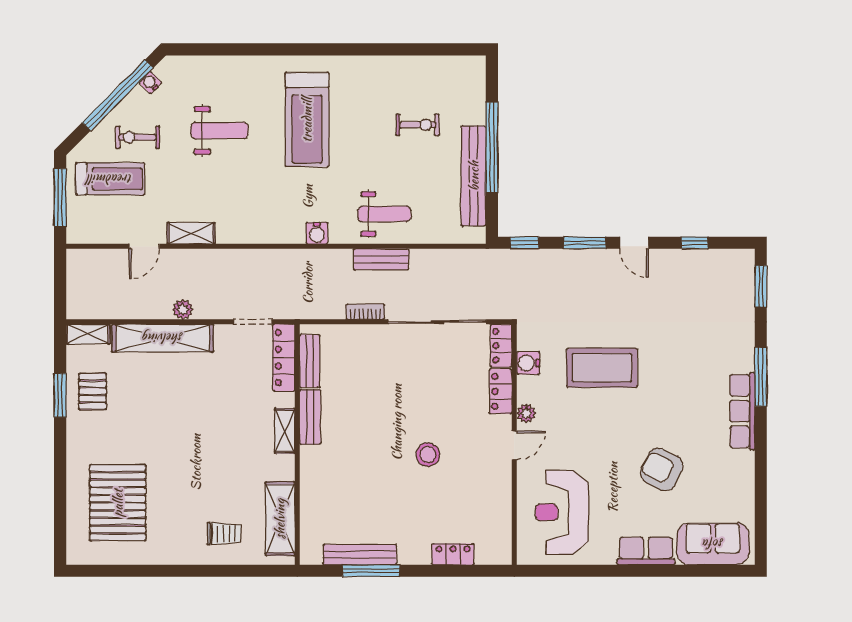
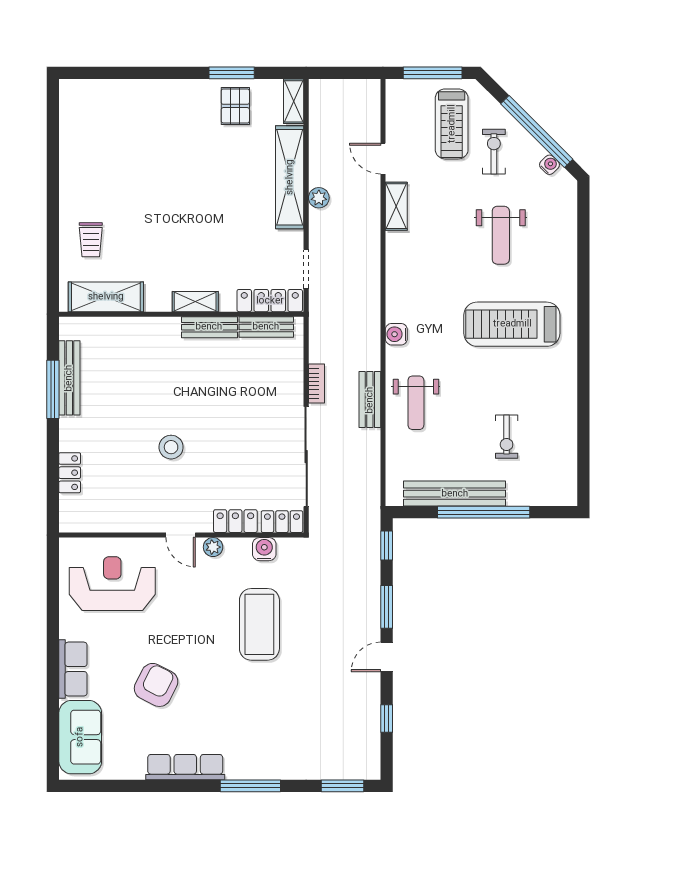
pallet: (93, 391) -> (235, 106), turned 90
row of seats: (742, 411) -> (185, 767), moved
pallet: (118, 503) -> (122, 132), removed

